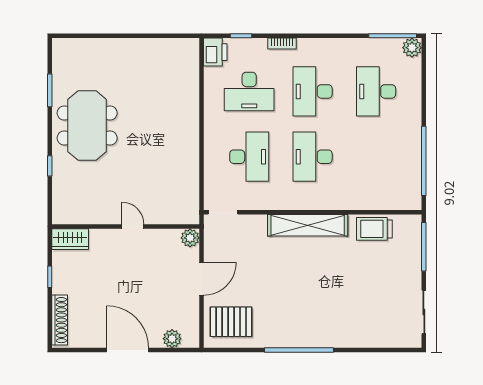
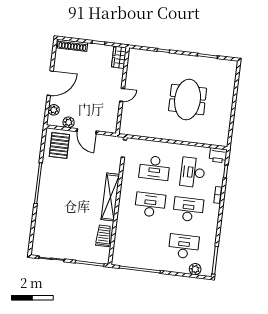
plant: (412, 48) -> (195, 269), moved
meeting table: (87, 126) -> (188, 99), moved, turned 90
plant: (190, 238) -> (69, 122), moved

